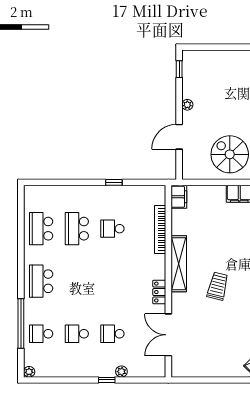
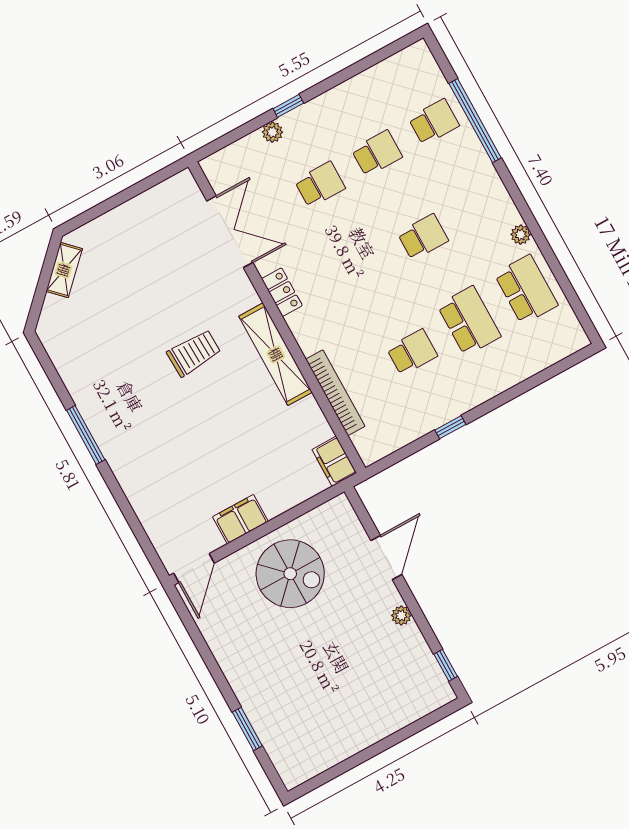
school desk: (41, 281) -> (423, 237), moved, width x0.54
trolley: (218, 286) -> (194, 353), turned -106
plant: (29, 372) -> (521, 235), moved

